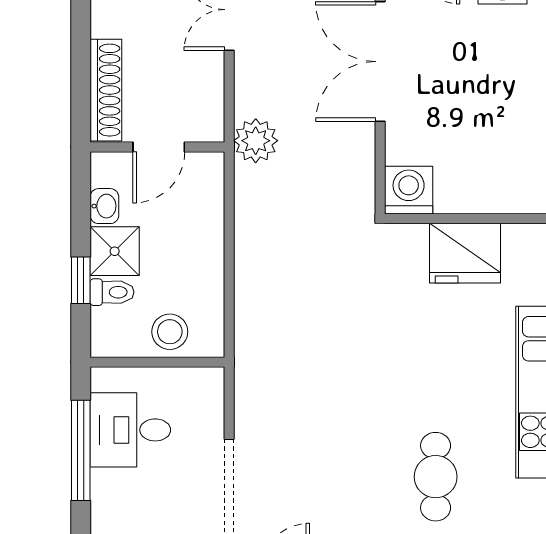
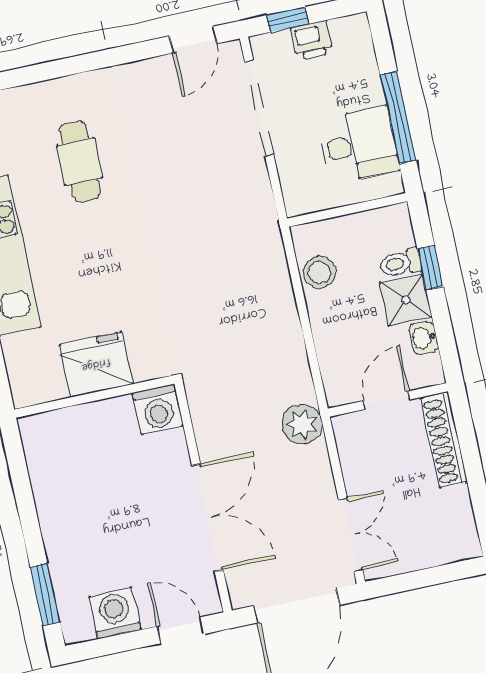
stool: (170, 332) -> (320, 272), moved

